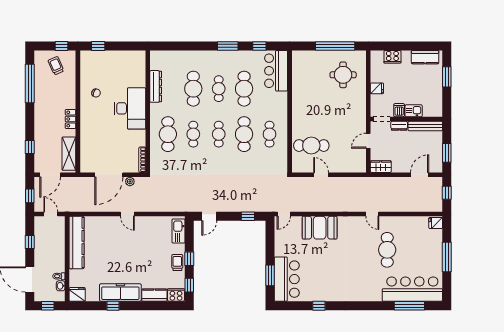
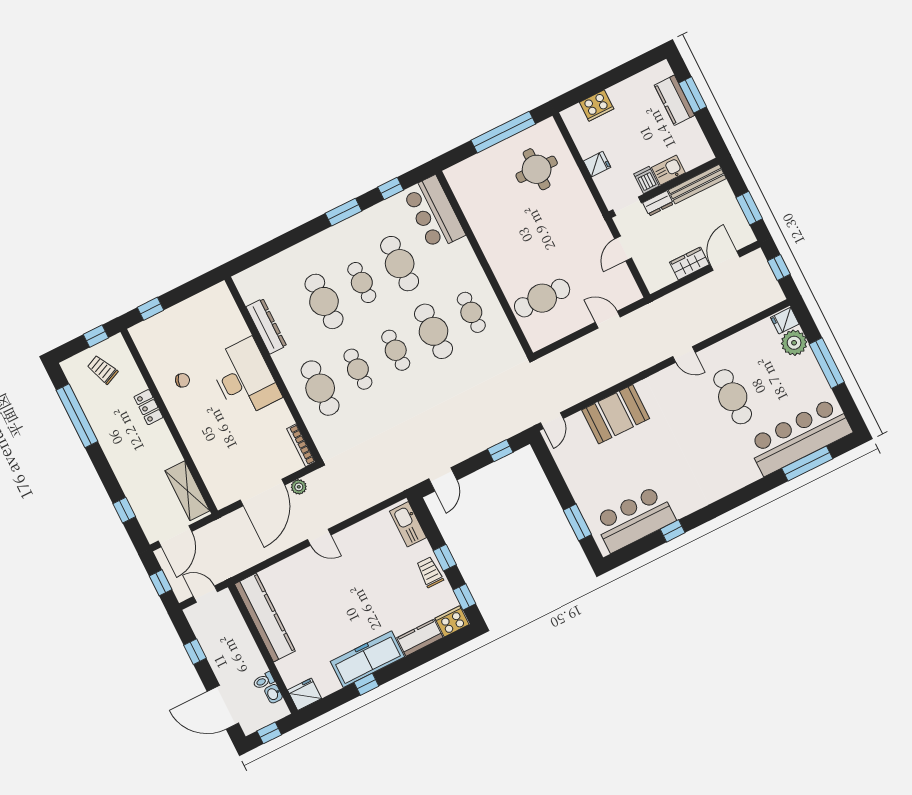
kitchen counter: (425, 57) -> (674, 100), moved, turned 90
locker: (71, 119) -> (148, 407), moved
wardrobe: (381, 167) -> (689, 263), moved
door: (321, 175) -> (608, 320), moved
plant: (435, 237) -> (794, 343), added
bar counter: (287, 279) -> (634, 519), moved, turned -90

